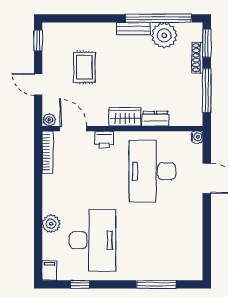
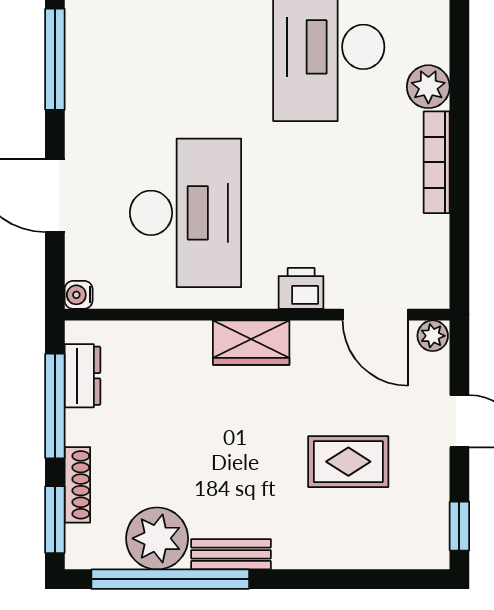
rug: (84, 67) -> (348, 462), turned 90
dresser: (155, 119) -> (82, 376), moved, turned -90
bookcase: (48, 152) -> (437, 162), moved
window: (207, 235) -> (55, 59), added

